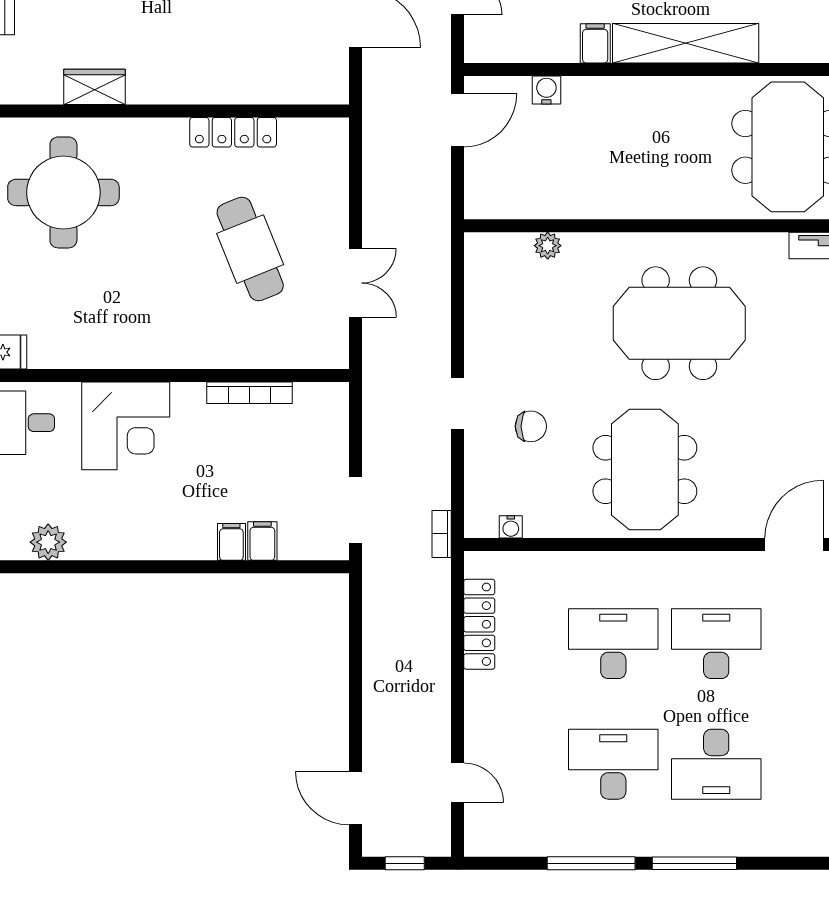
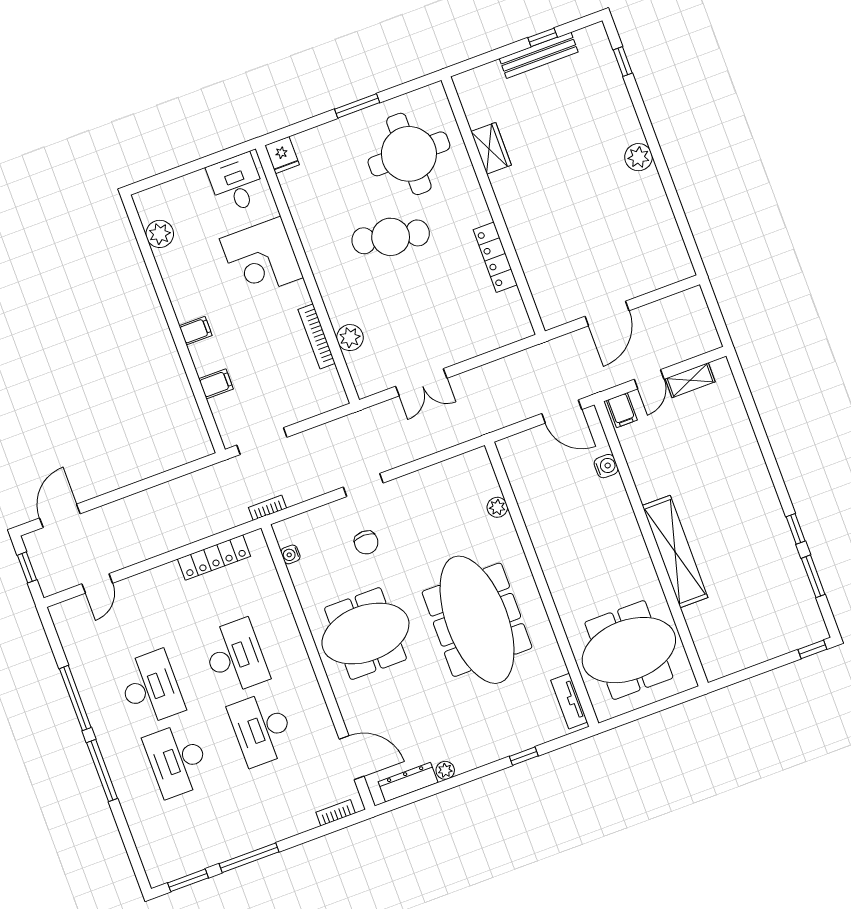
filing cabinet: (595, 43) -> (622, 410), moved, turned 90
cafe table: (250, 249) -> (391, 237), moved, turned 34
meeting table: (679, 323) -> (477, 620), width x1.36
plant: (266, 352) -> (350, 338), added
filing cabinet: (231, 542) -> (196, 331), moved
desk: (716, 644) -> (262, 729), turned 180

